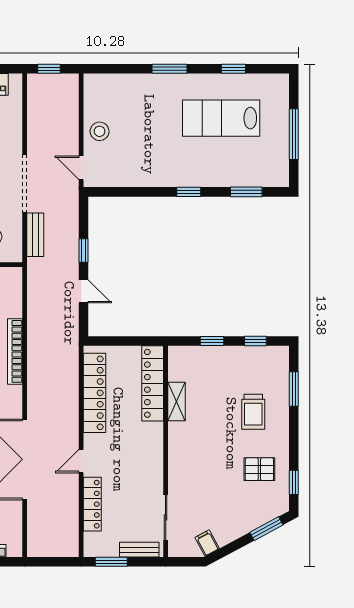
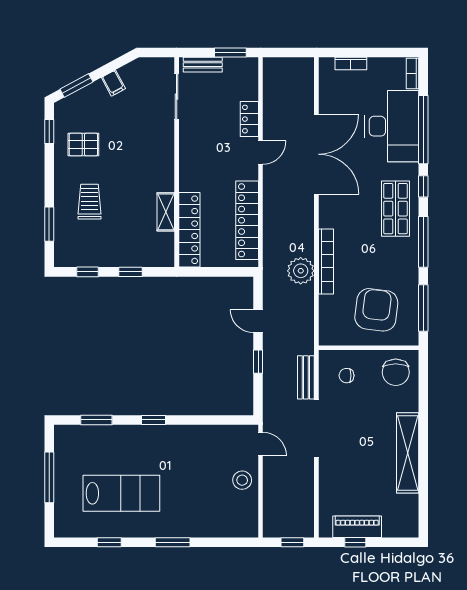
plant: (41, 342) -> (301, 271), added
locker: (92, 504) -> (249, 119), width x0.66
filing cabinet: (207, 543) -> (113, 83), moved

